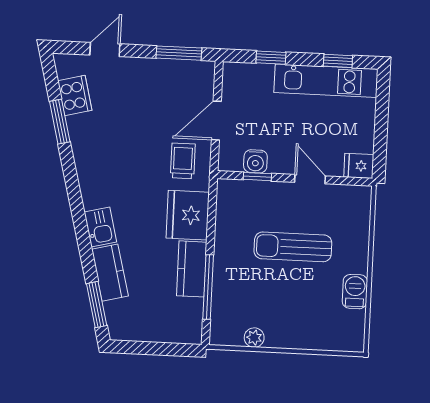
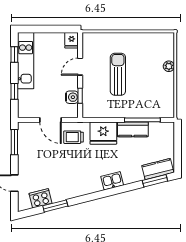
sun lounger: (293, 247) -> (118, 74), turned 180
kitchen counter: (110, 273) -> (158, 169), moved
barbecue: (355, 292) -> (141, 39), removed
plant: (254, 338) -> (169, 66), moved

